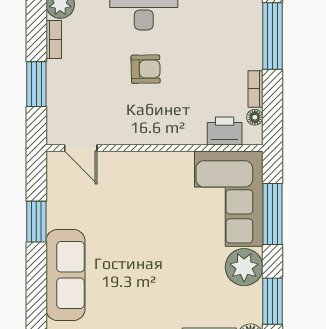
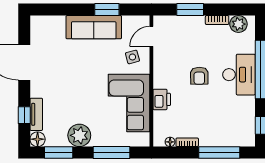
printer: (225, 131) -> (162, 99), moved
side table: (115, 179) -> (132, 57), added
corner sofa: (229, 199) -> (129, 103), moved, turned -90
sofa: (65, 275) -> (94, 27), moved

